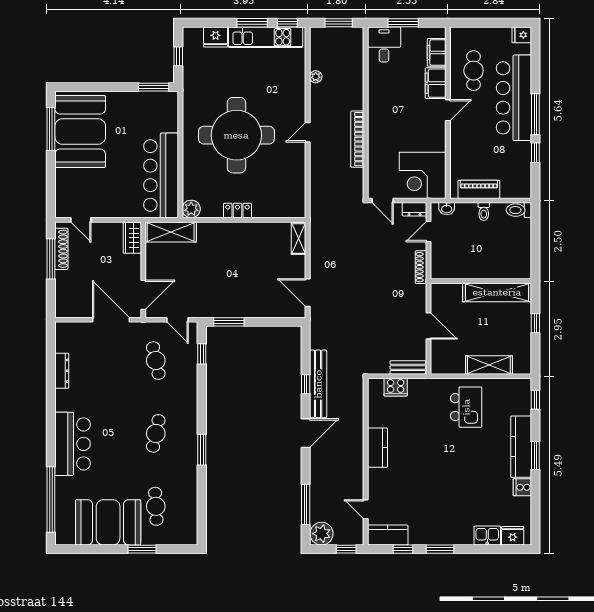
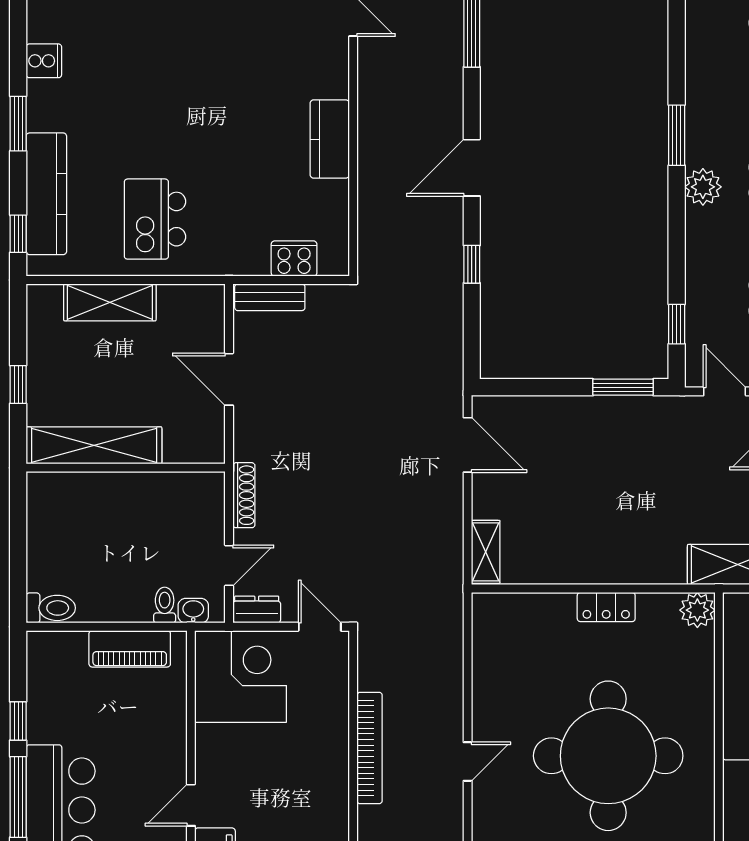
toilet: (484, 212) -> (165, 605), moved
bench: (318, 384) -> (447, 265), removed
plant: (188, 423) -> (703, 187), added
kitchen counter: (521, 447) -> (46, 194), moved

